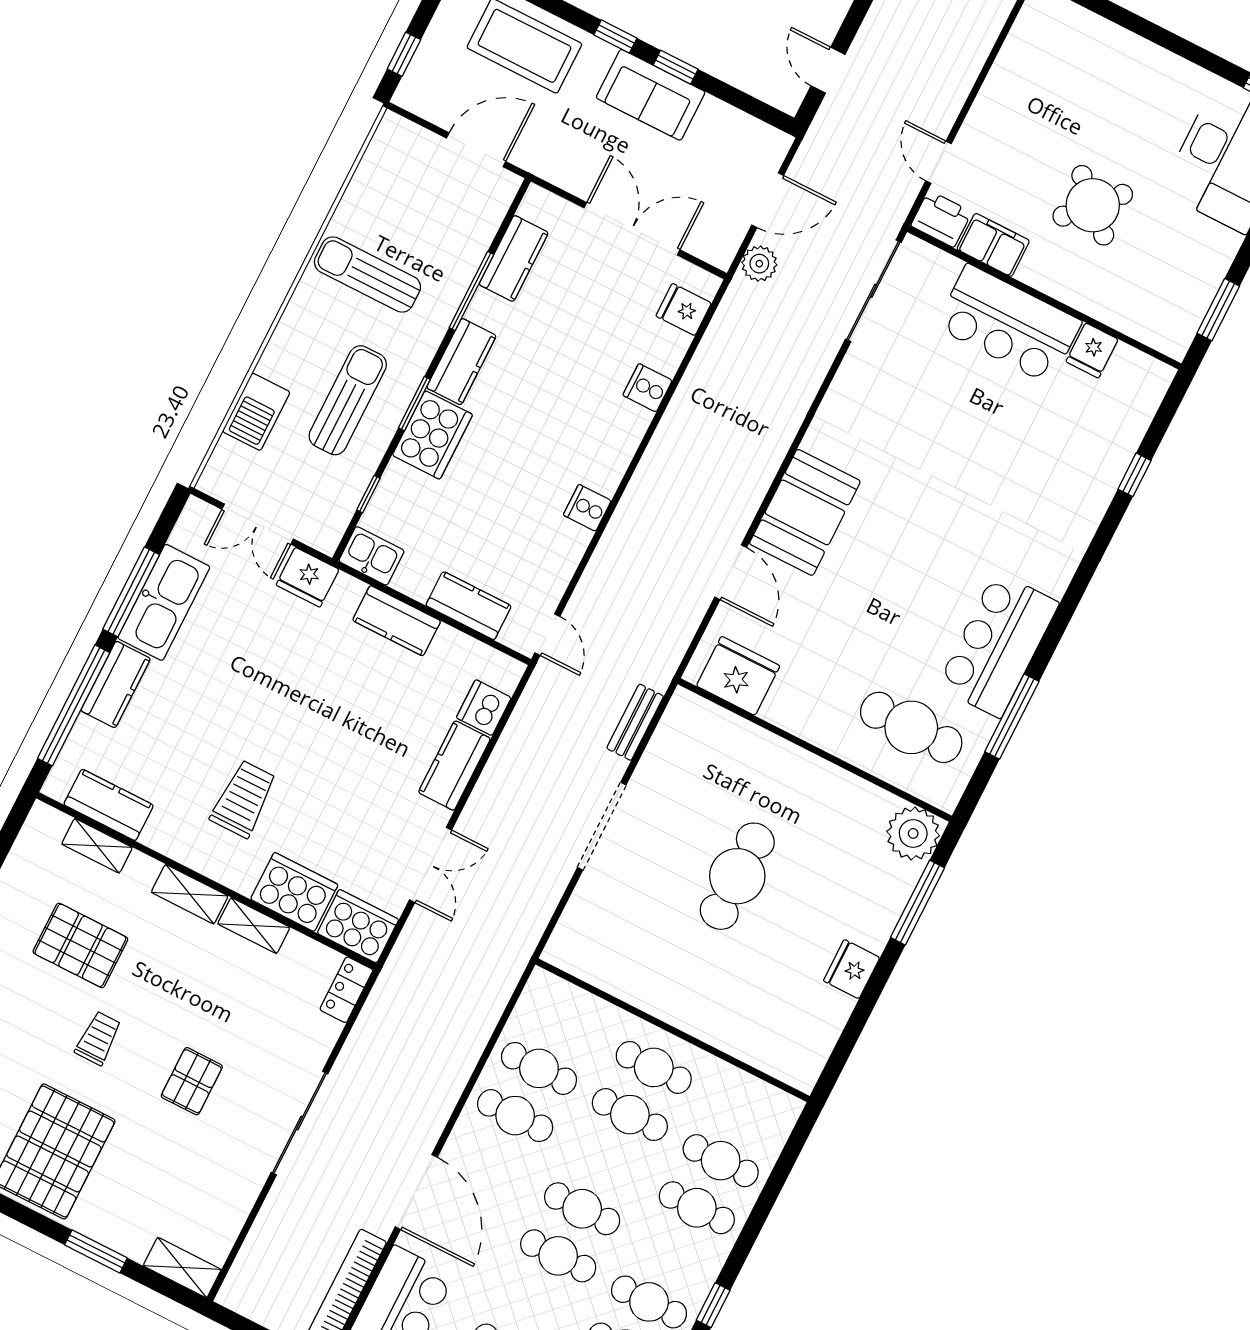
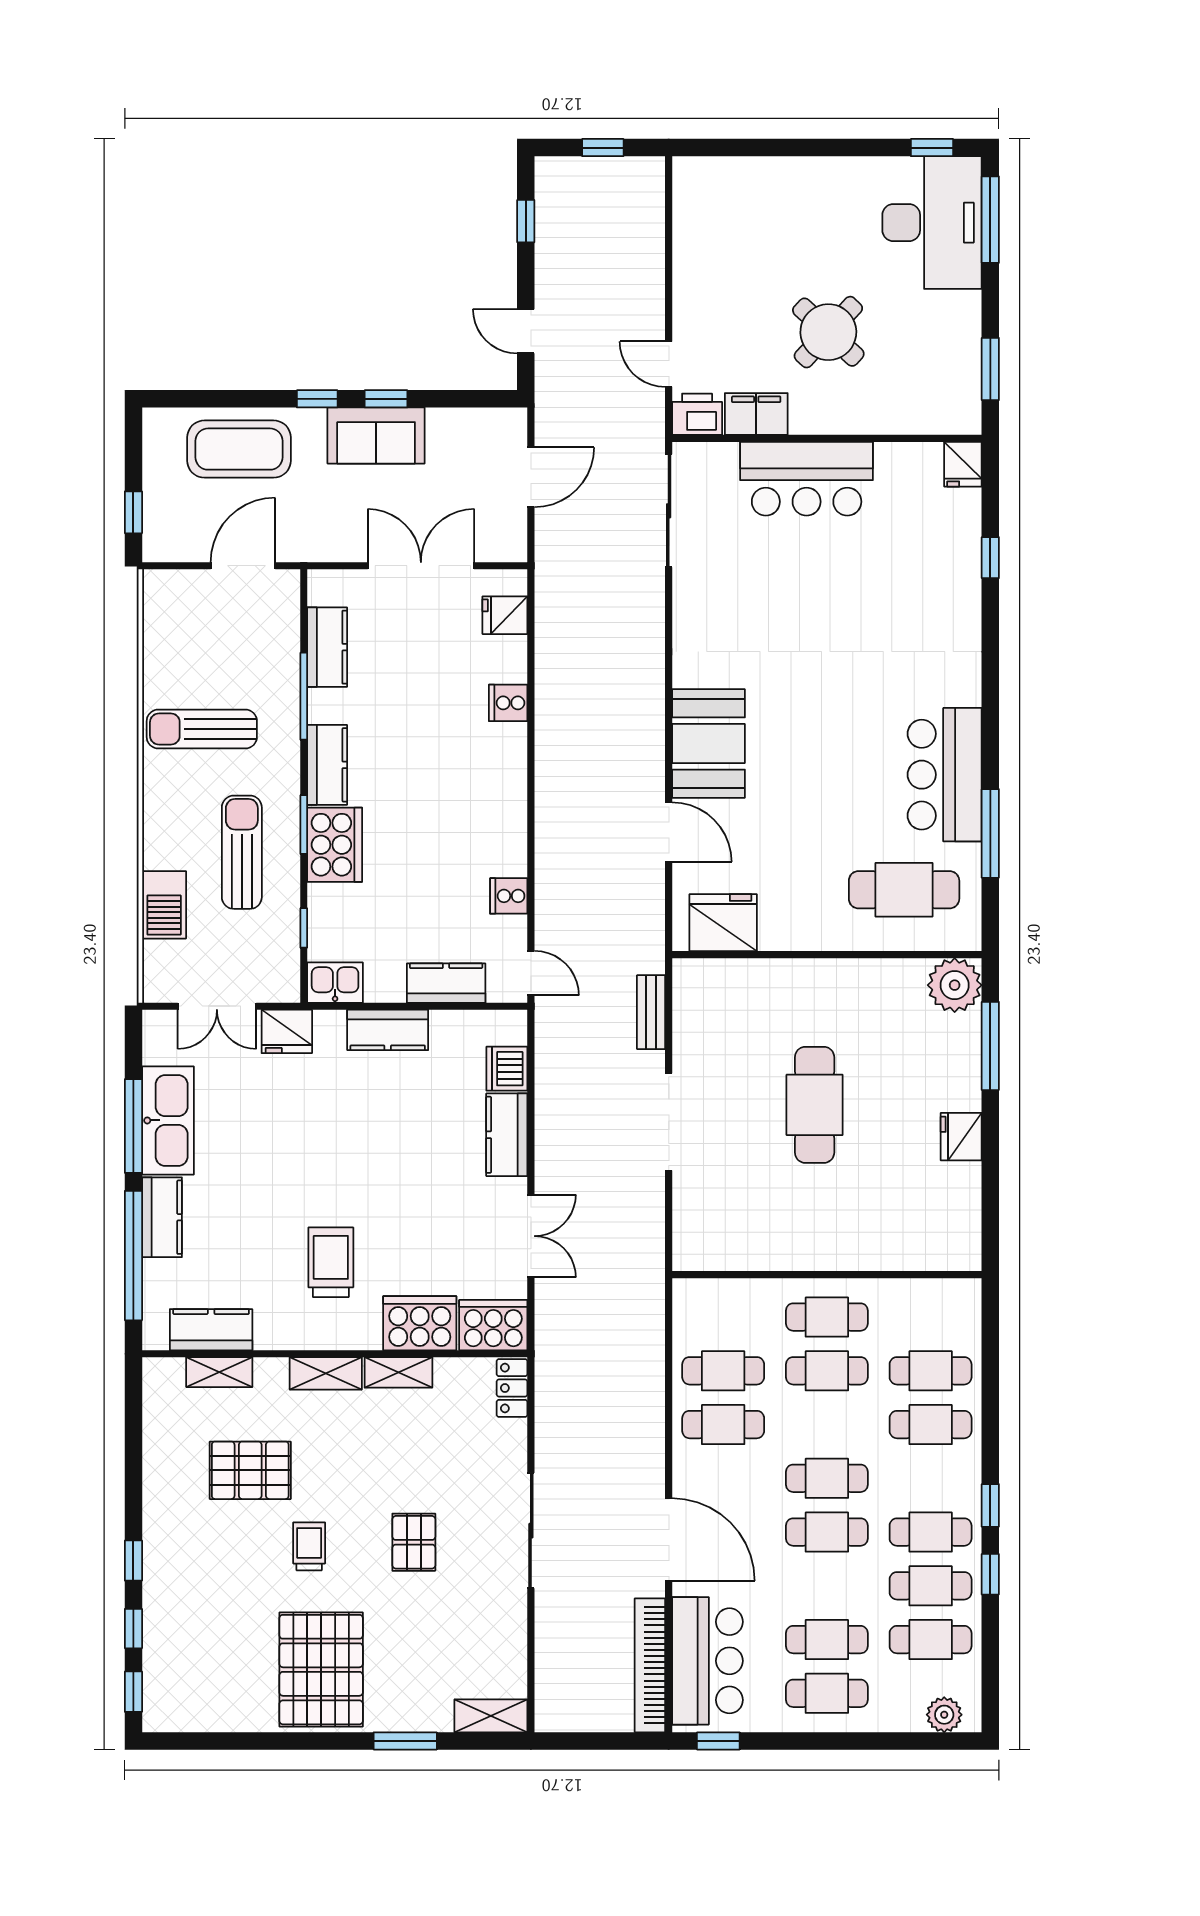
plant: (759, 264) -> (552, 539), removed
fridge: (1092, 350) -> (963, 464), moved
cooker: (587, 508) -> (509, 896), moved

